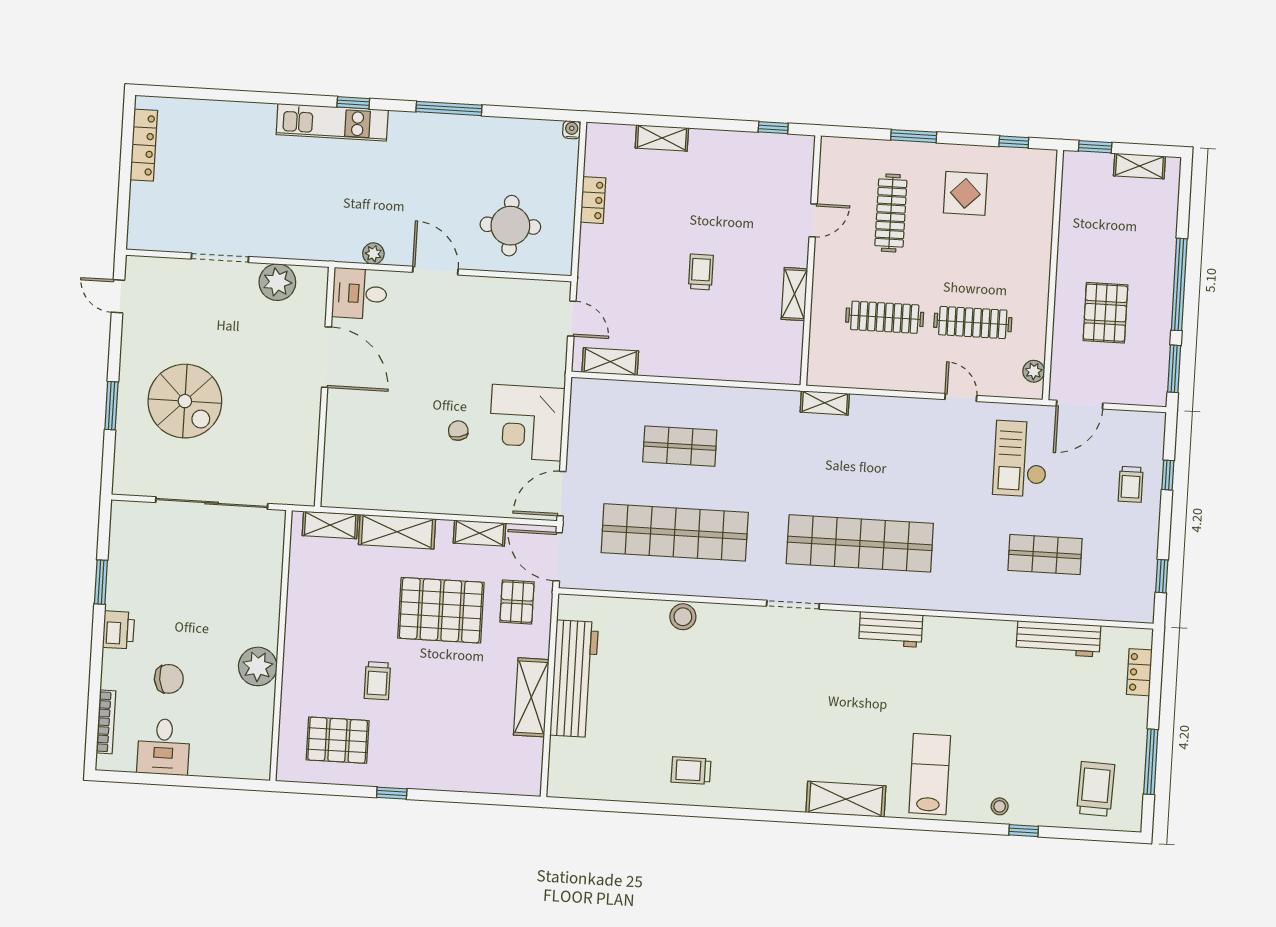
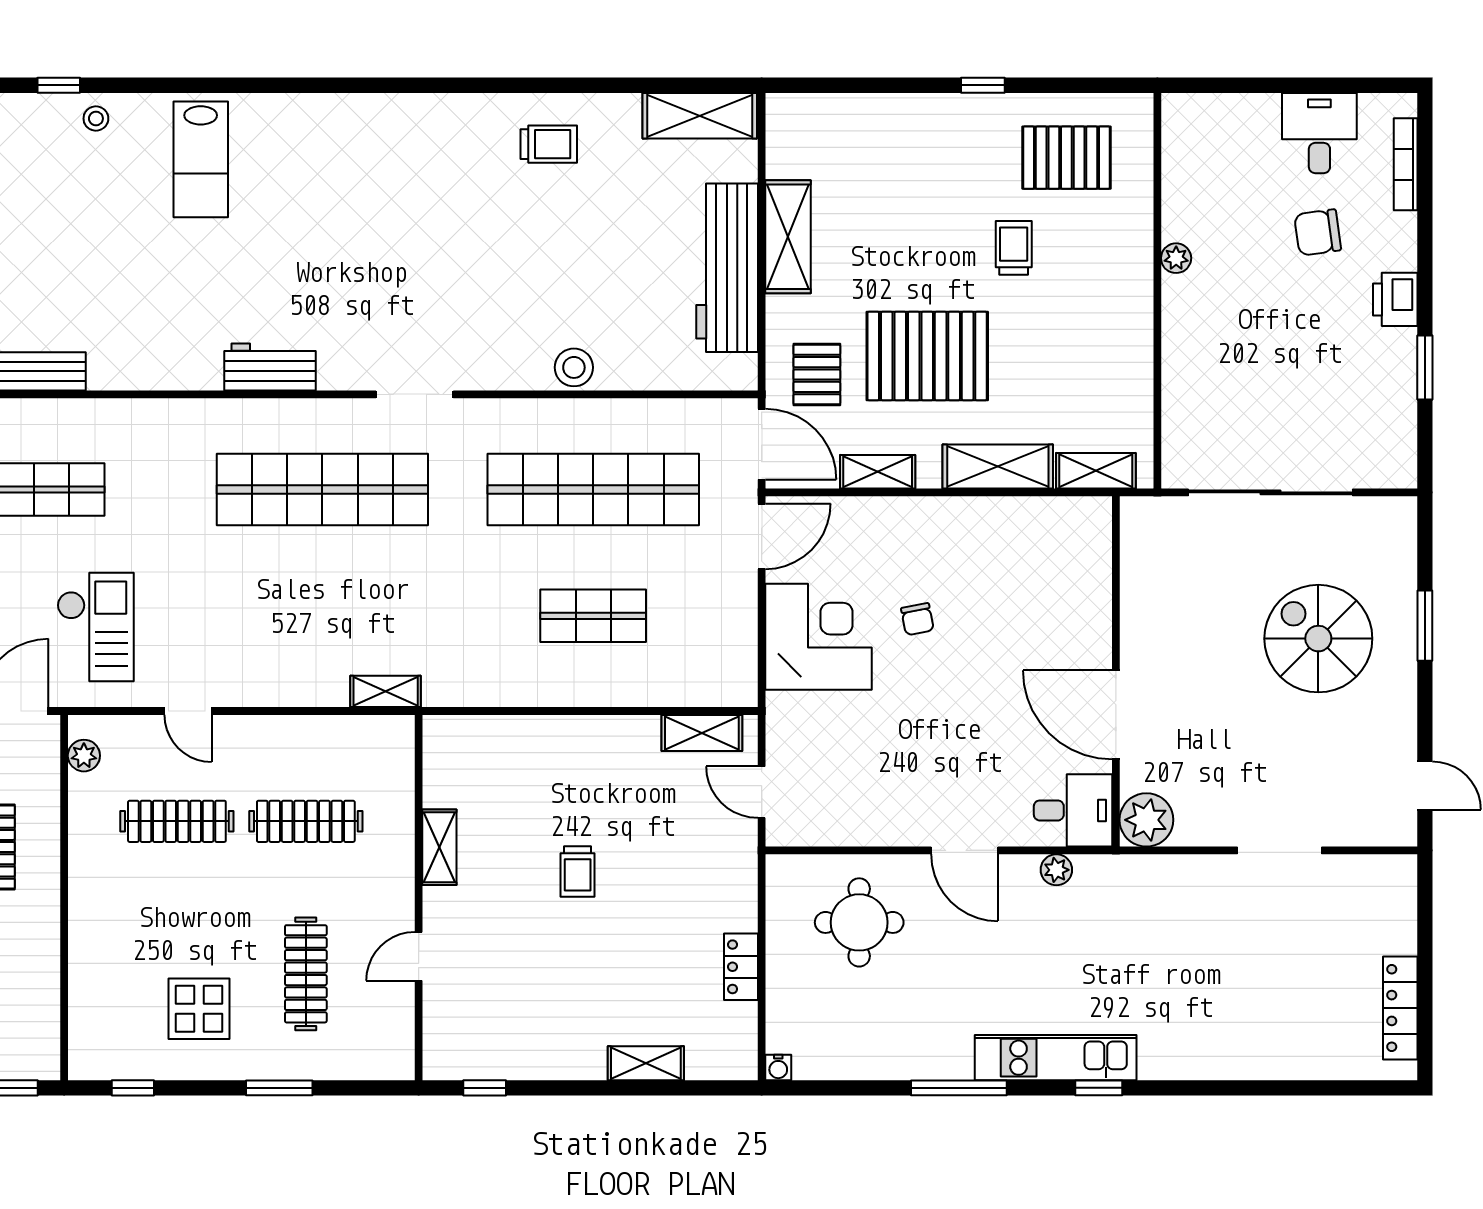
kitchen unit: (332, 122) -> (1056, 1058), moved
plant: (277, 282) -> (1146, 820), moved
plant: (258, 666) -> (1176, 258), width x0.53, depth x0.53
shelving: (846, 799) -> (700, 116), moved

